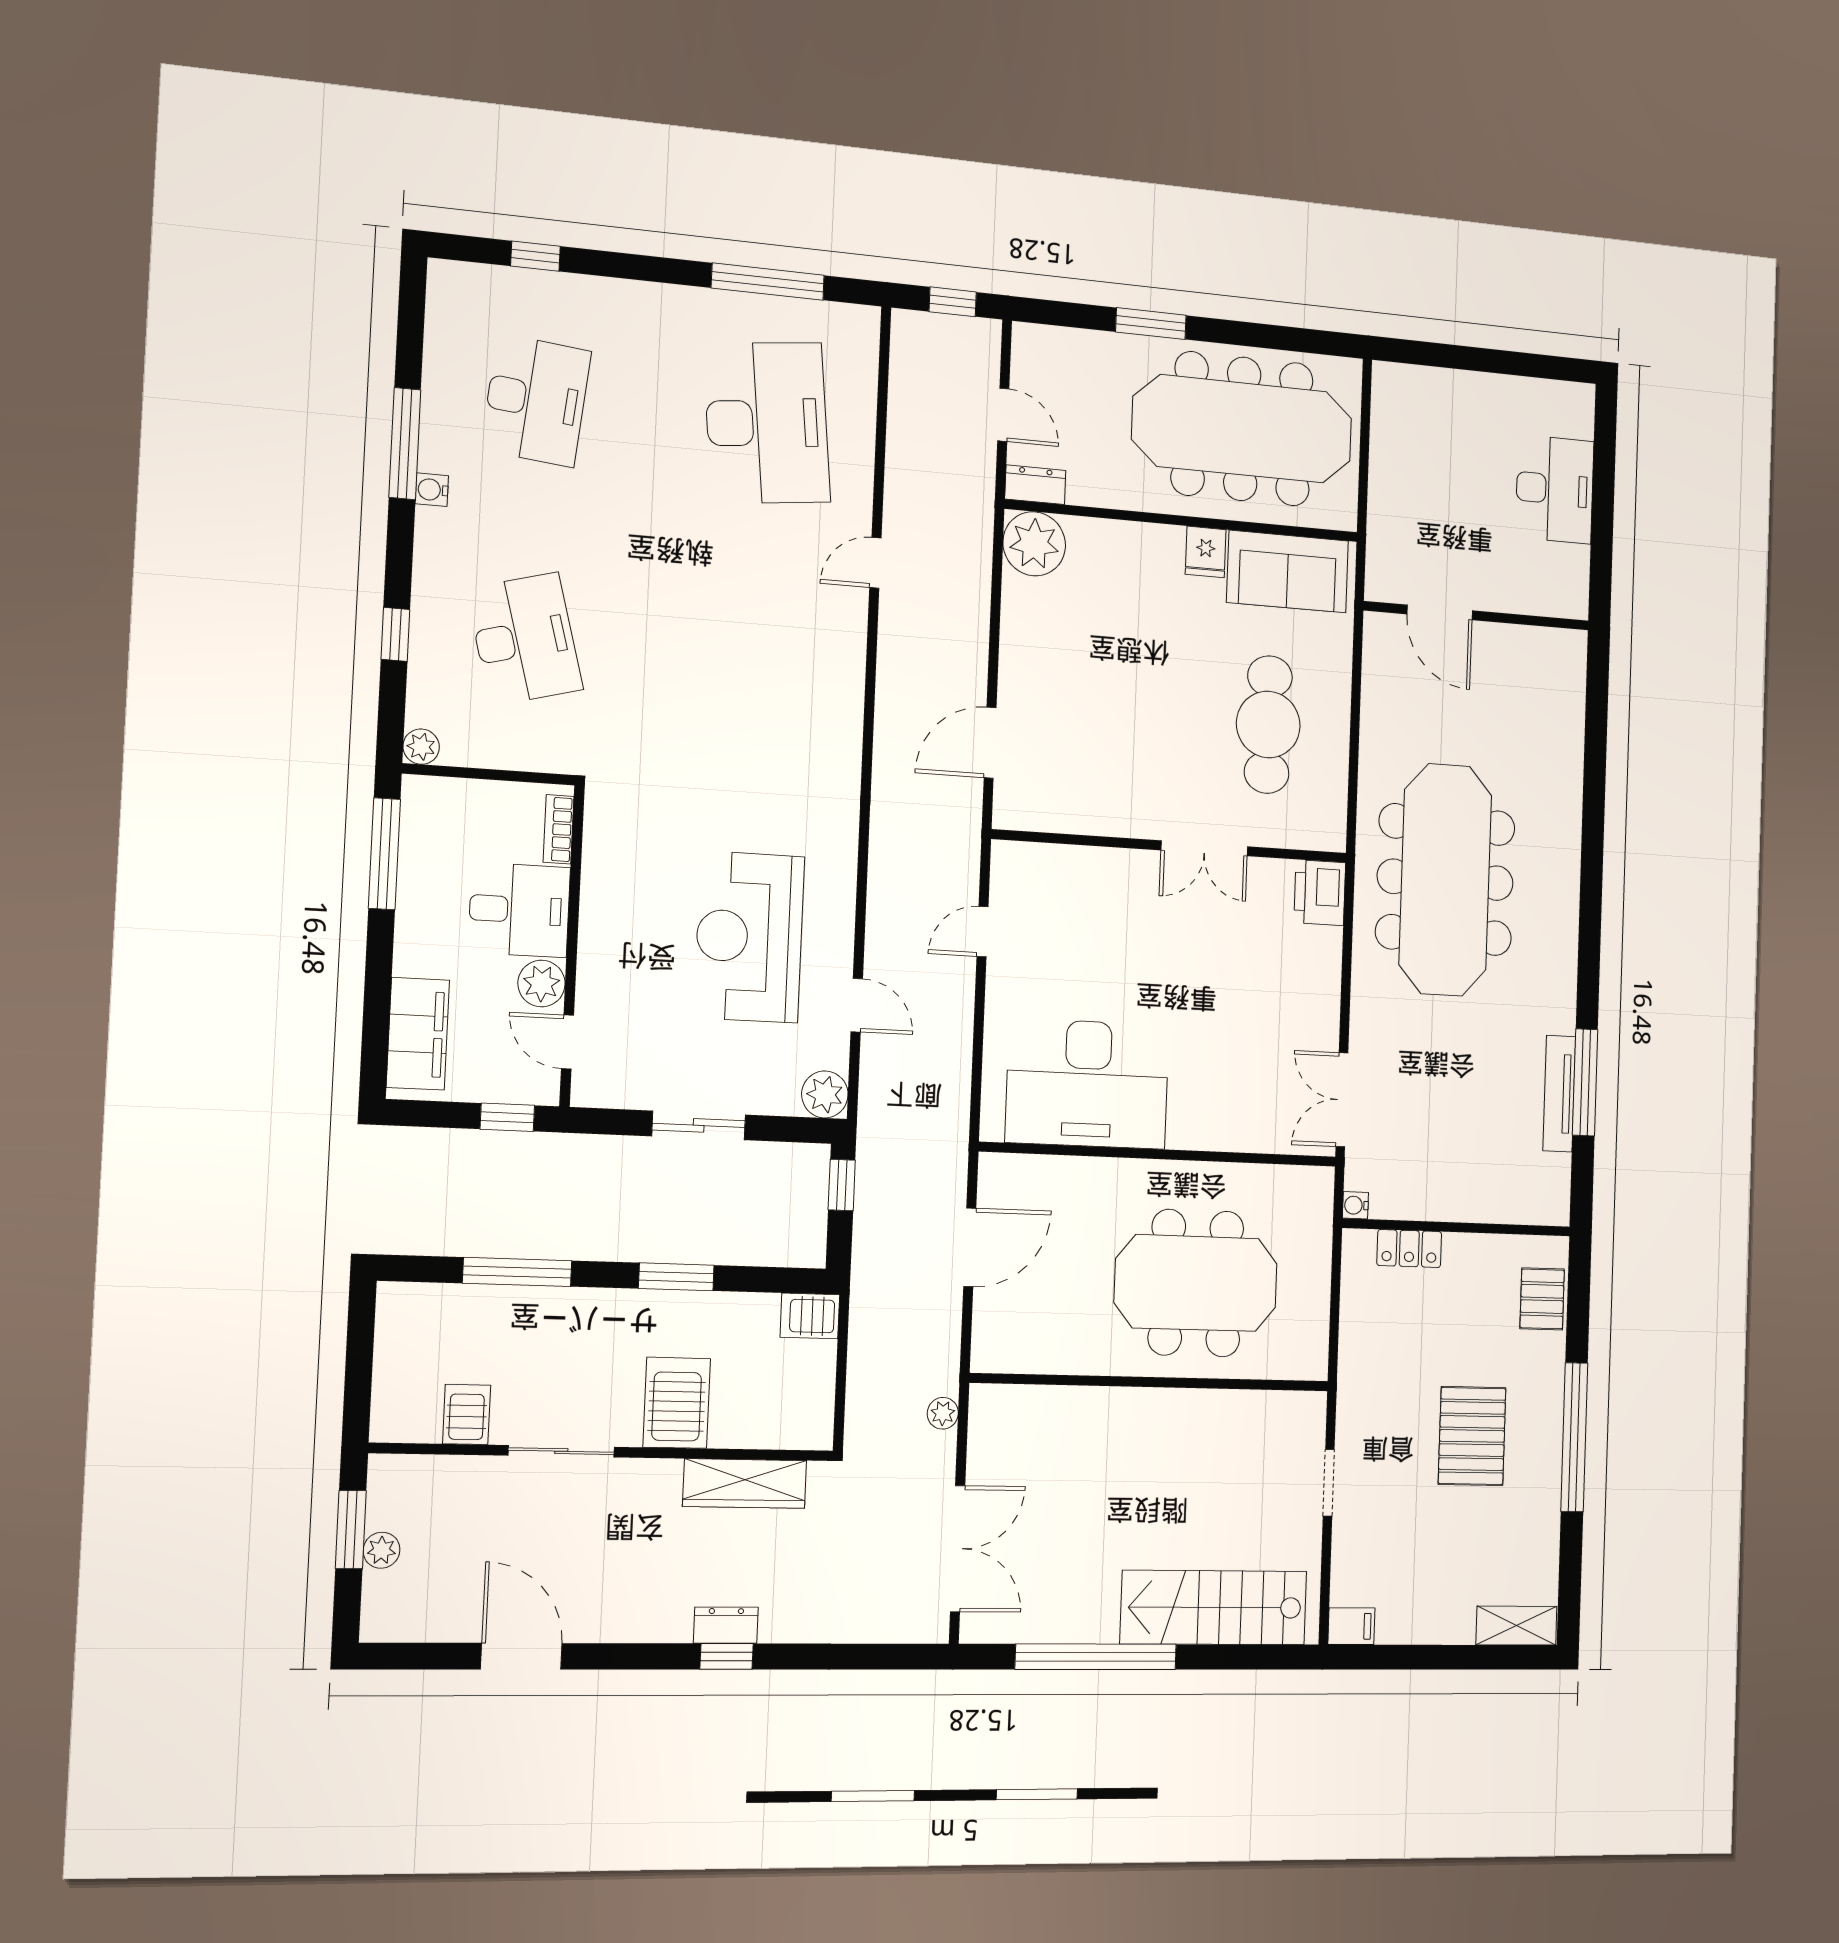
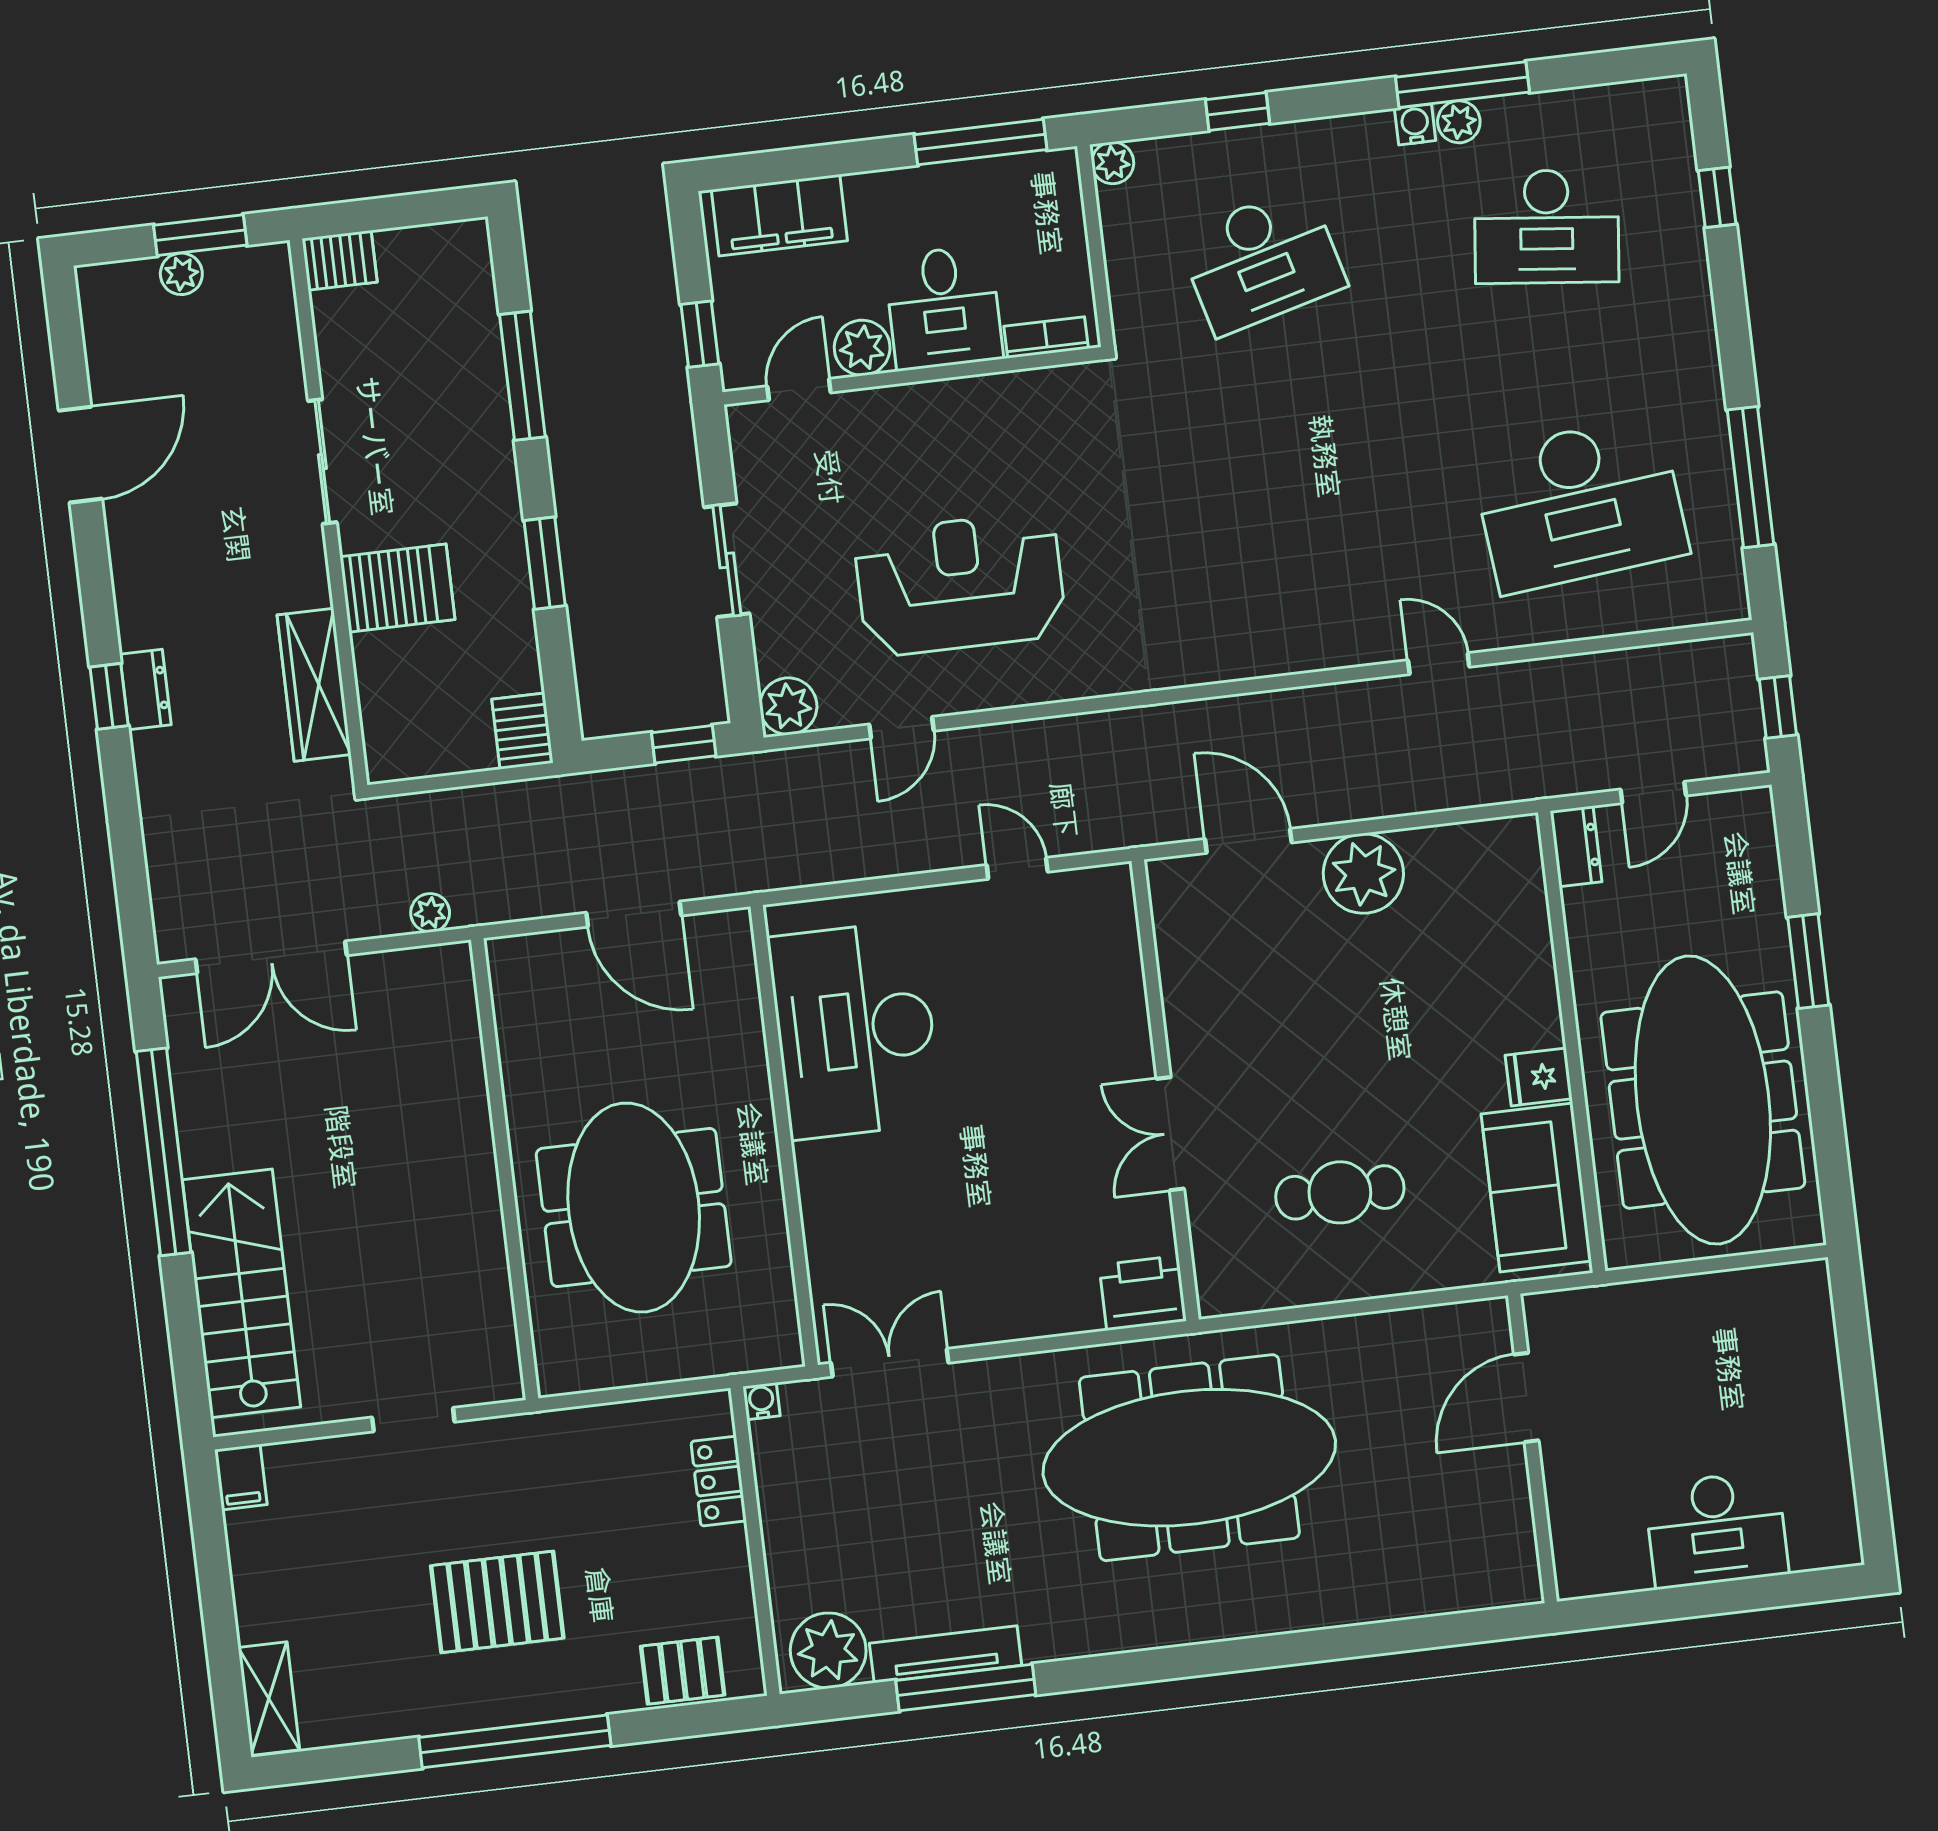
plant: (436, 453) -> (1459, 122), added
plant: (1034, 544) -> (1363, 874), moved
cafe table: (1268, 724) -> (1340, 1192), width x0.73, depth x0.74
plant: (1544, 1184) -> (828, 1651), added
server rack: (467, 1414) -> (340, 260), moved

